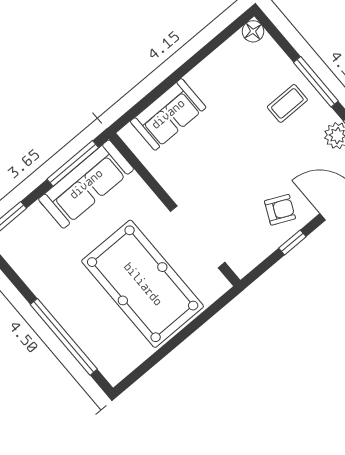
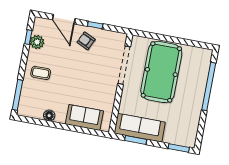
floor lamp: (253, 31) -> (49, 116), moved
window: (316, 82) -> (18, 95), moved
window: (73, 163) -> (136, 140), width x0.69

